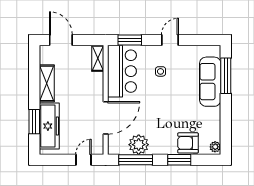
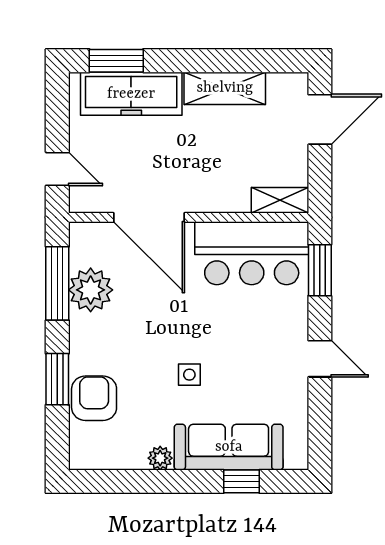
side table: (161, 71) -> (189, 375), moved
window: (226, 76) -> (241, 481), width x0.46
window: (34, 122) -> (116, 61), moved
plant: (215, 147) -> (160, 458), moved

